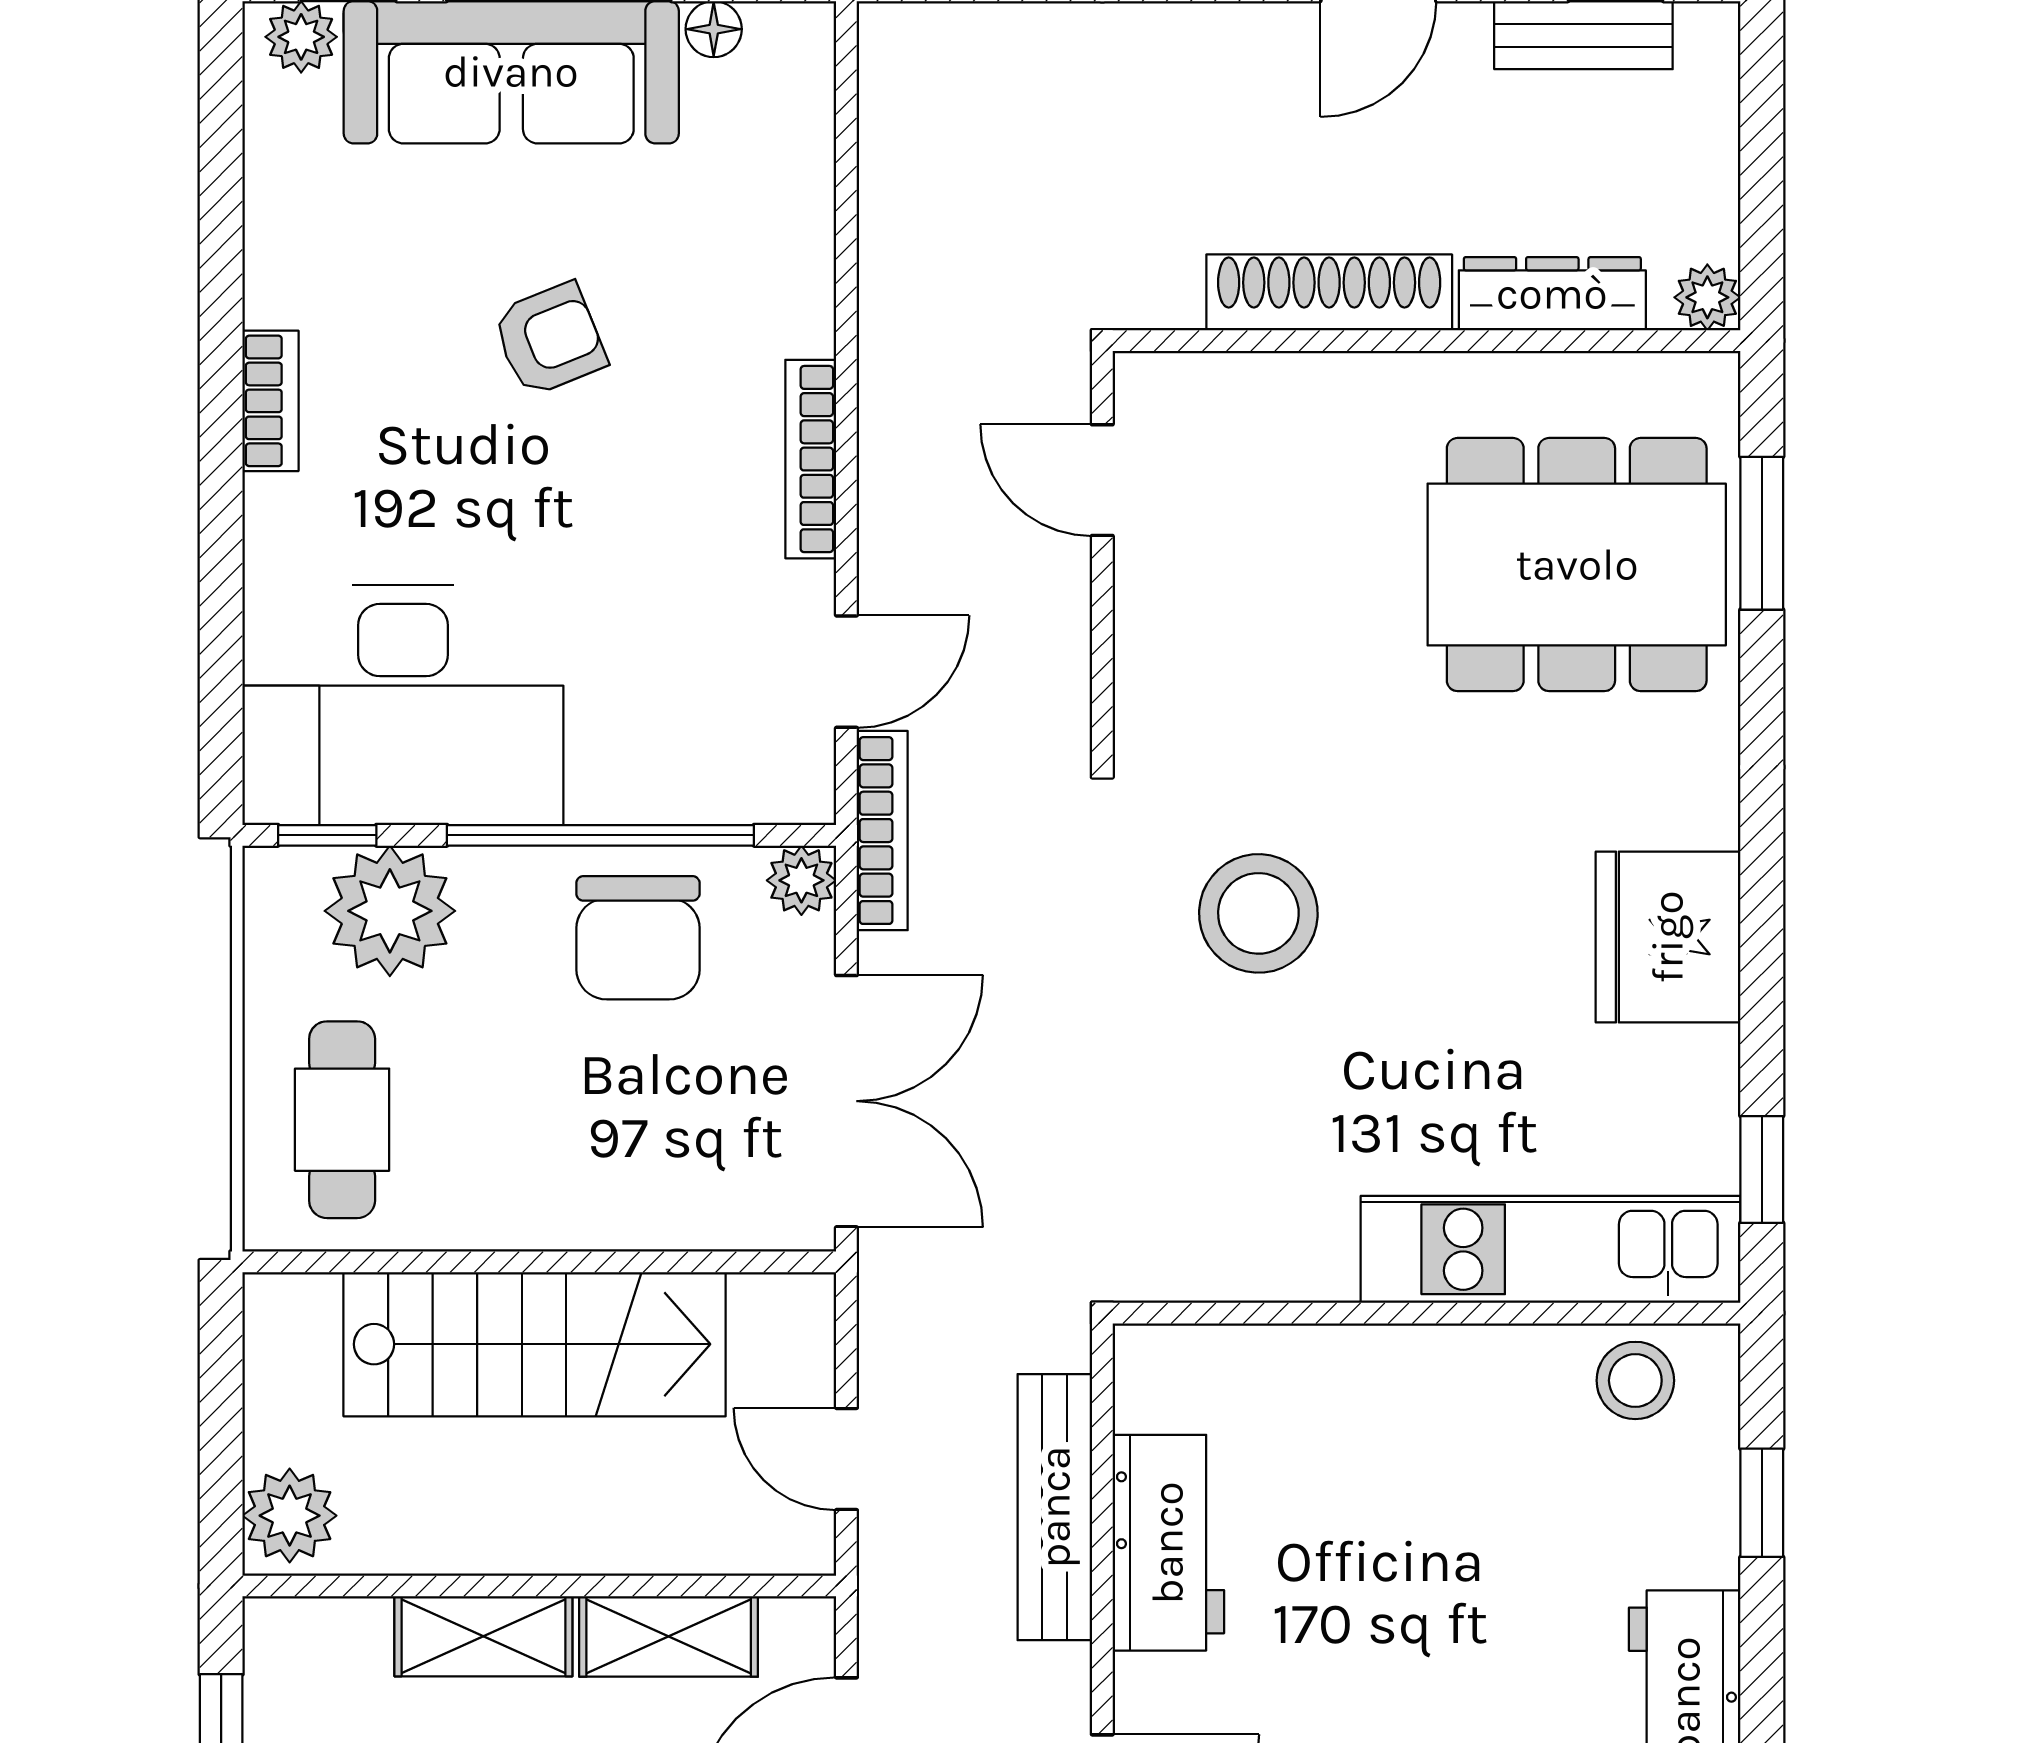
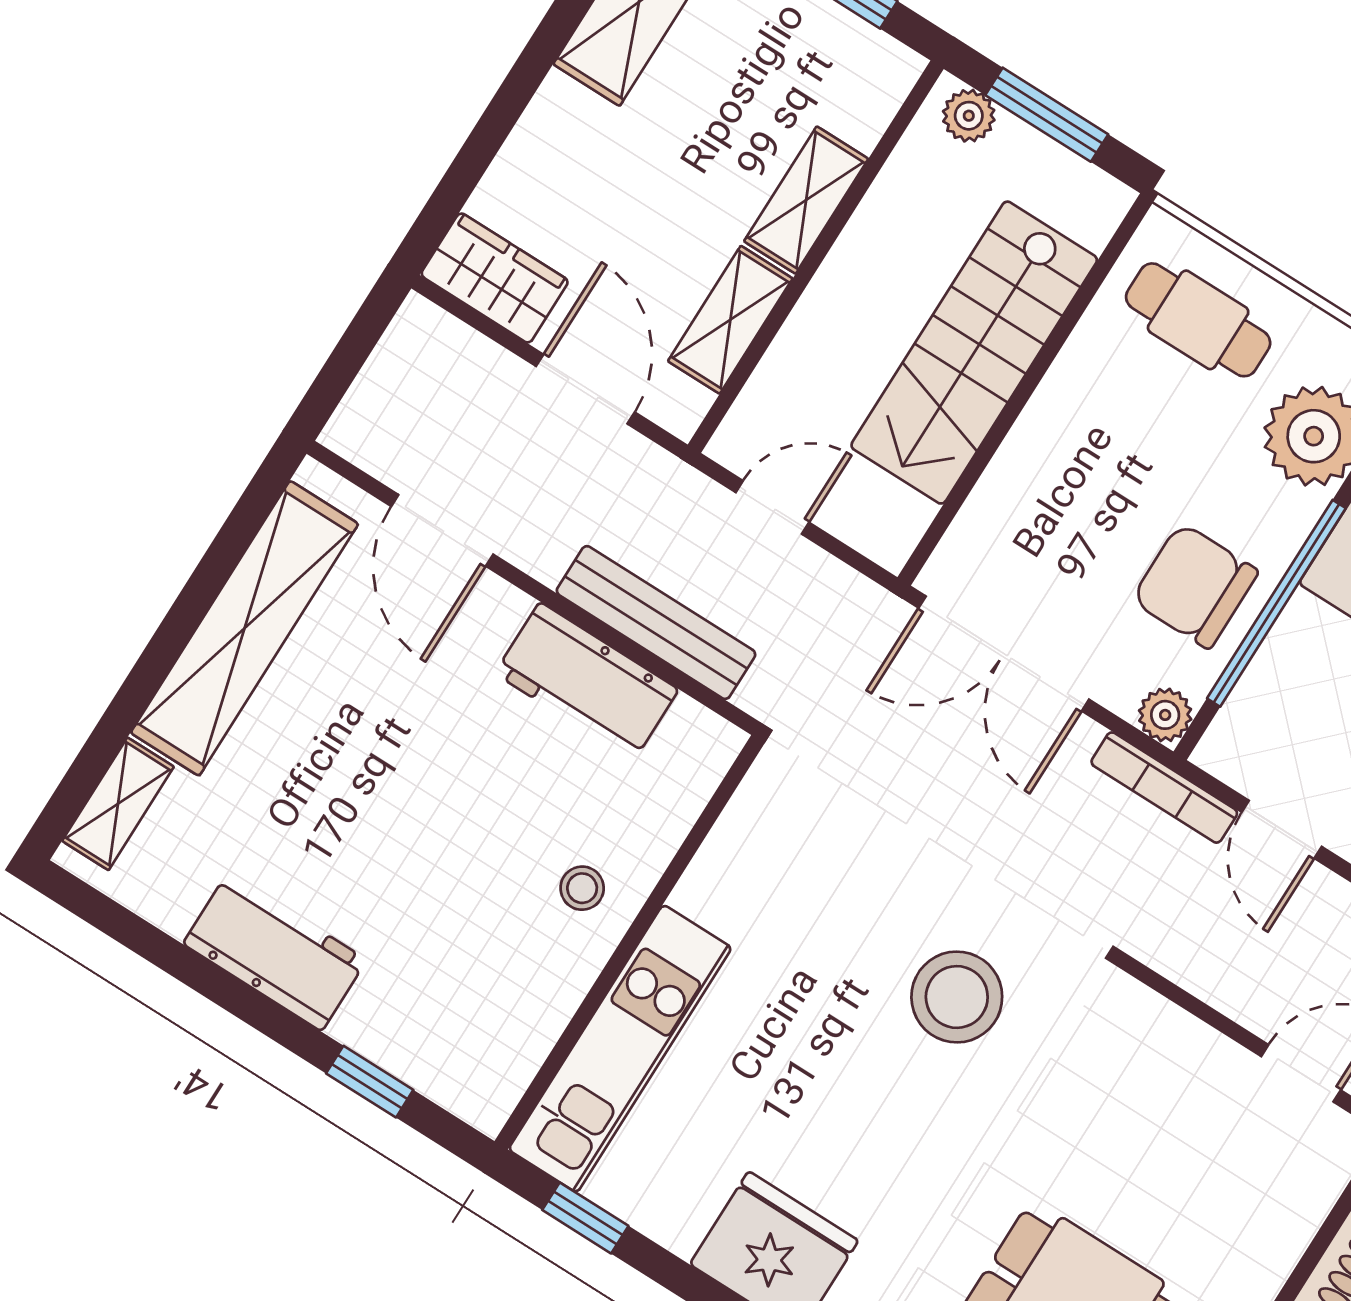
stool: (1635, 1380) -> (582, 888), moved, width x0.73, depth x0.73
window: (221, 1430) -> (1047, 115), added
plant: (290, 1516) -> (969, 116), width x0.73, depth x0.73

